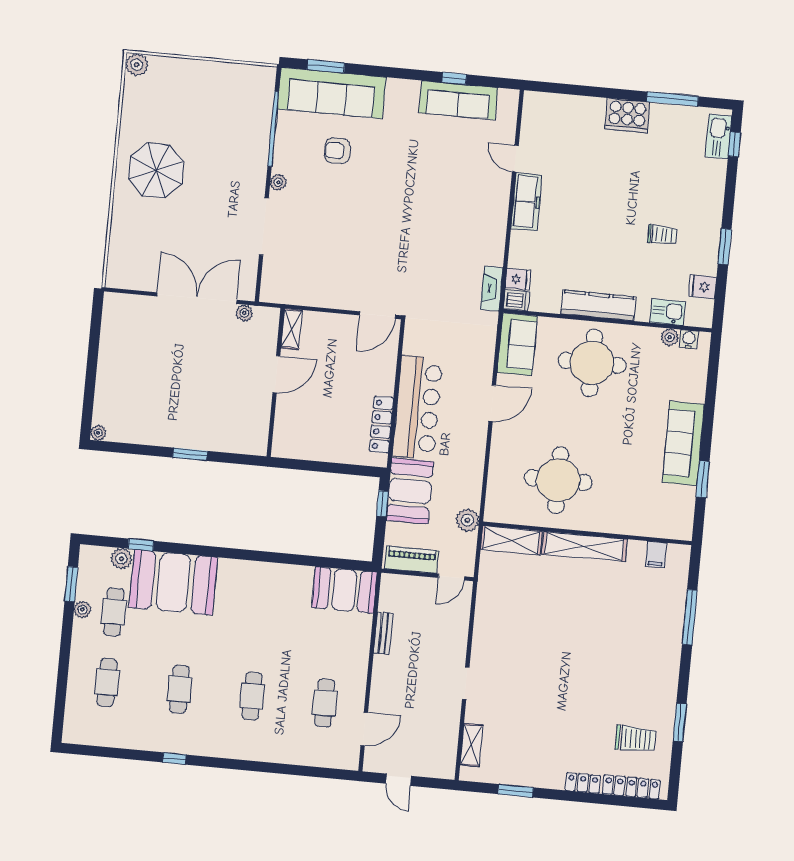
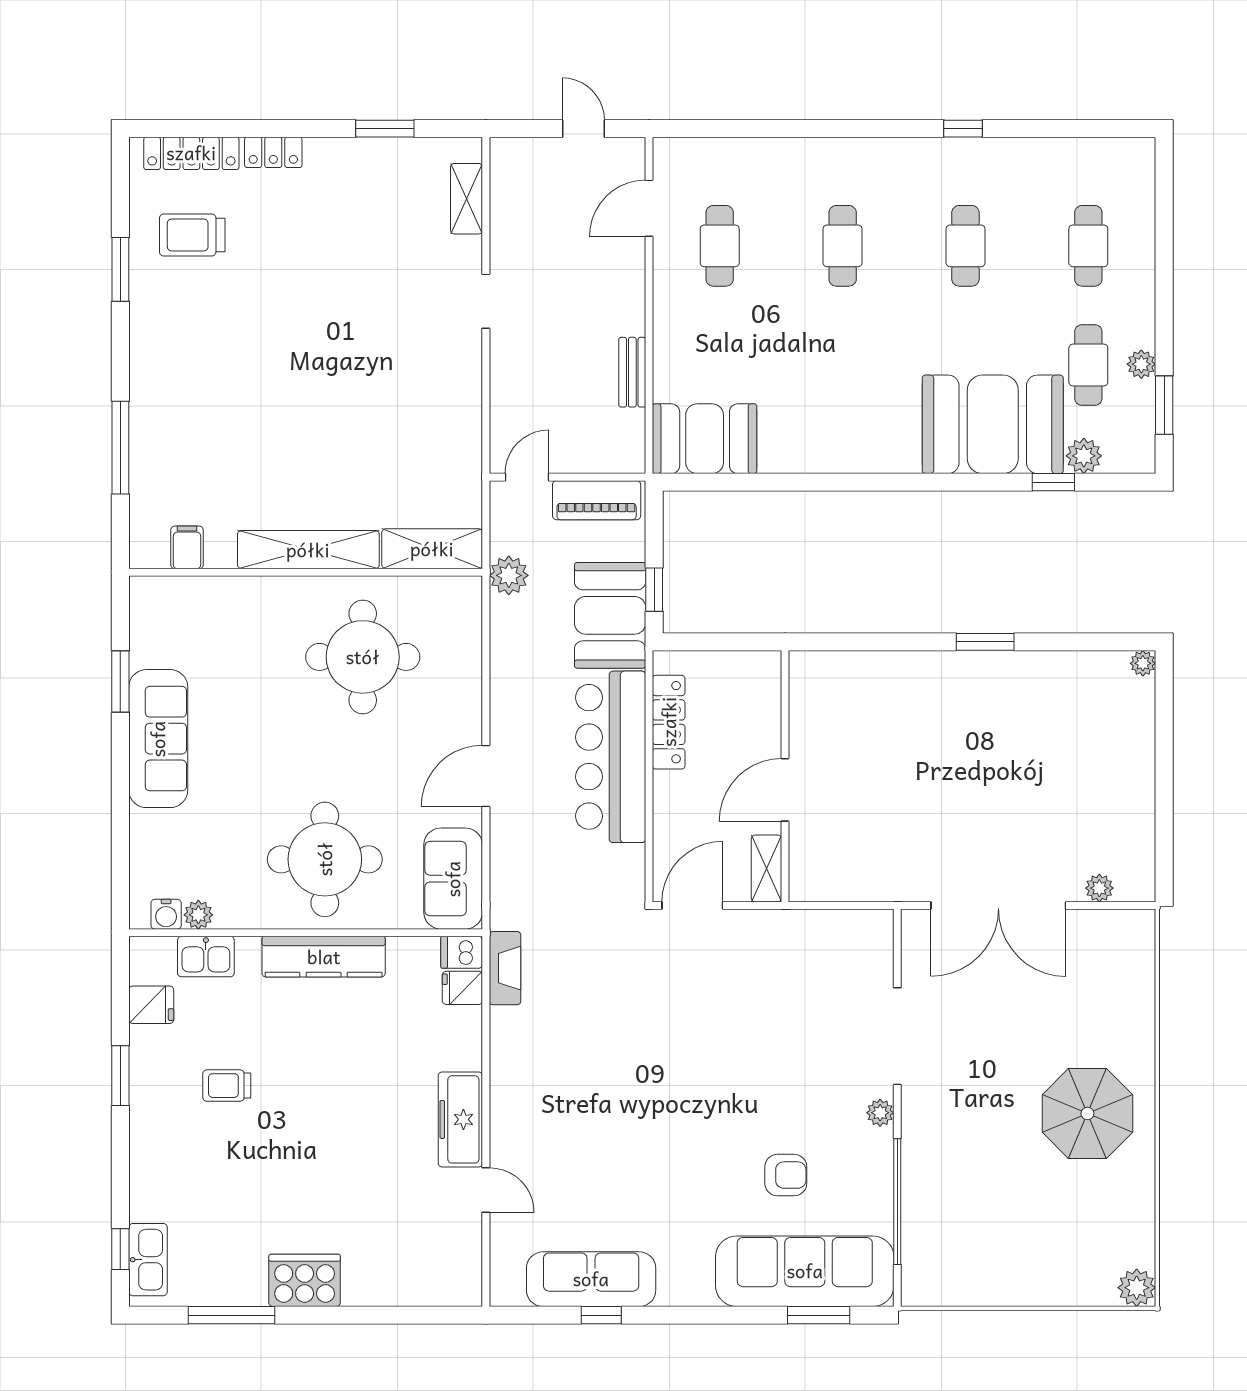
plant: (244, 313) -> (1099, 888), moved
shelving: (292, 329) -> (767, 869), moved
door: (276, 374) -> (785, 790), moved
wall: (276, 382) -> (785, 776), moved

